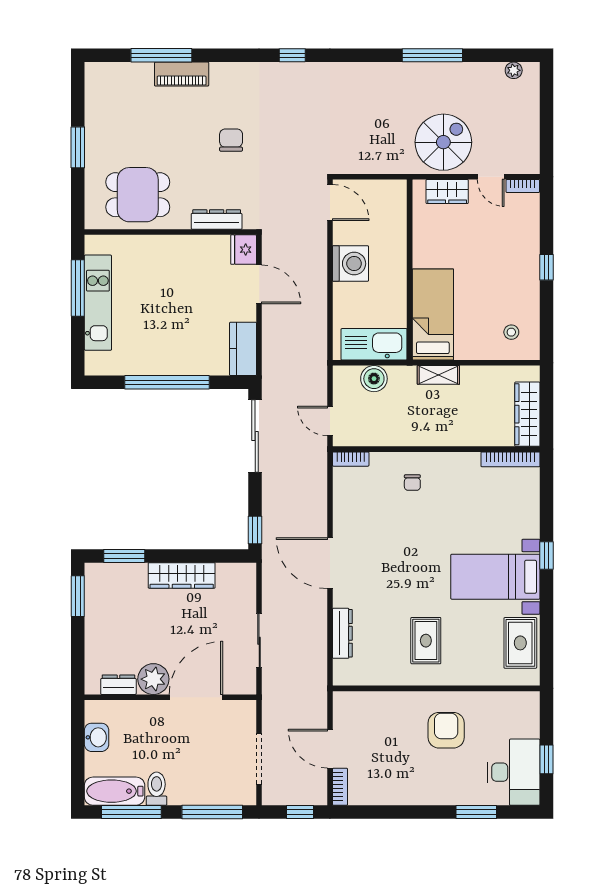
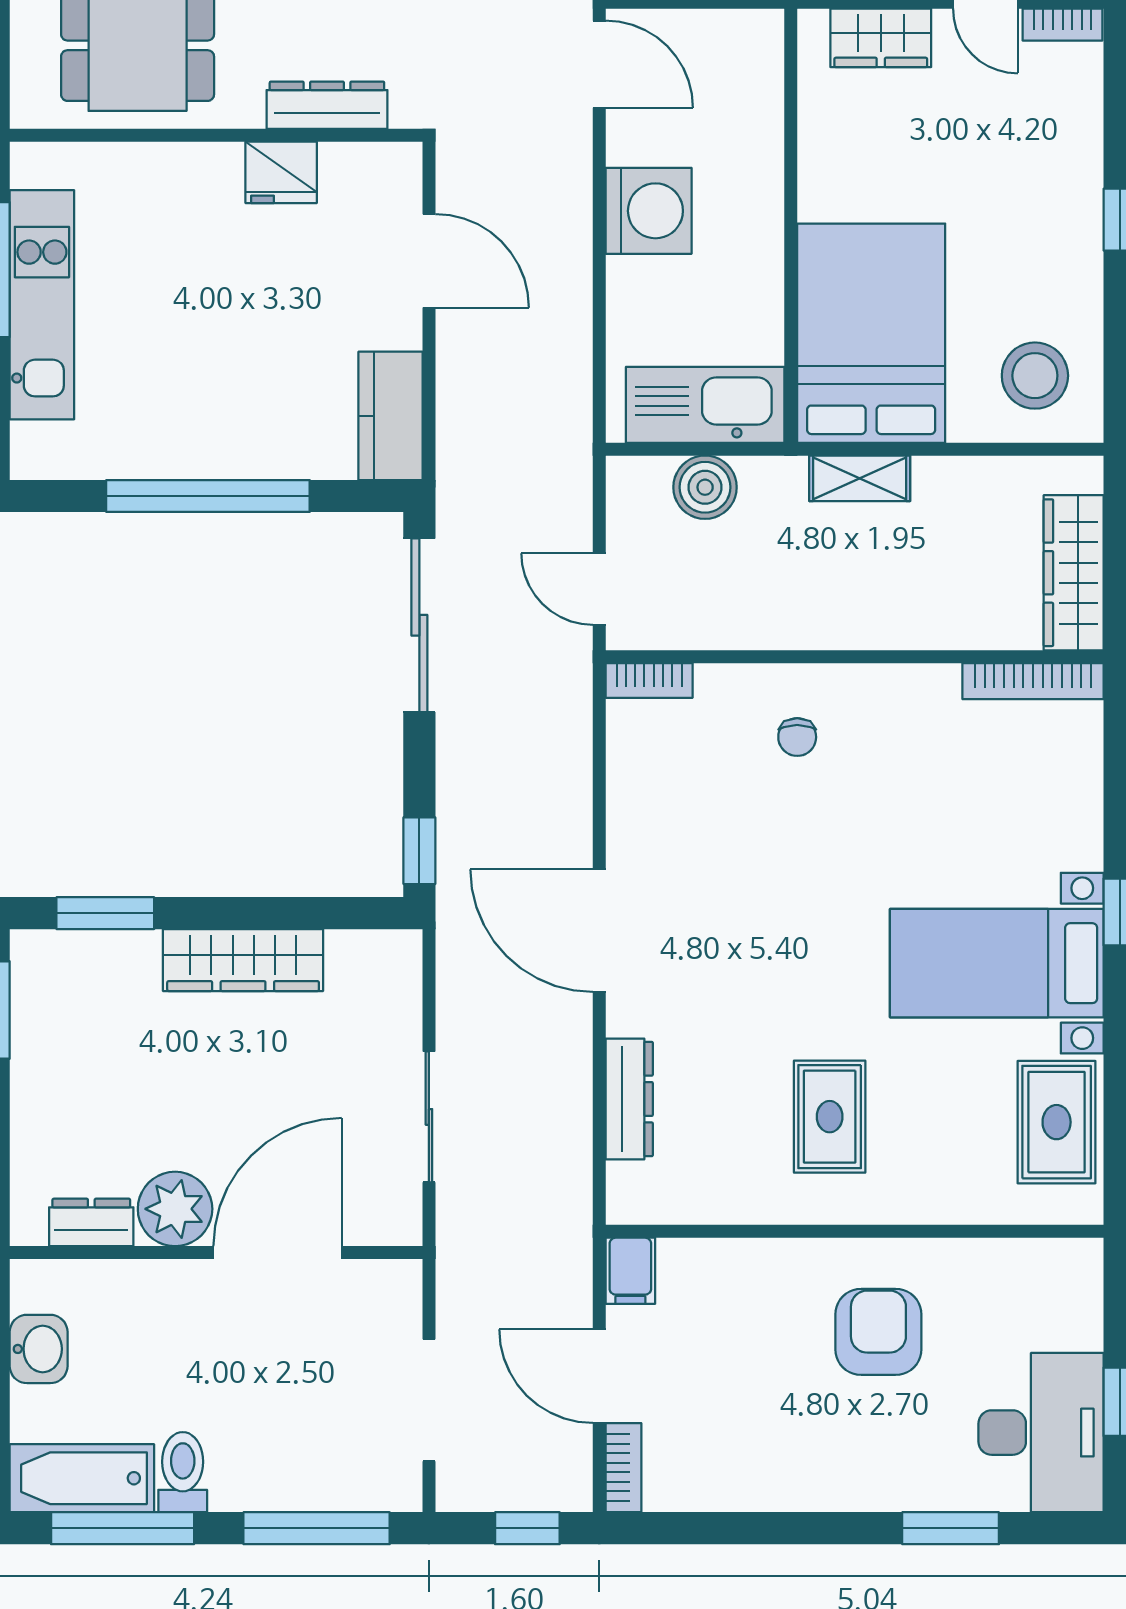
fridge: (244, 250) -> (281, 172), moved, turned -90
bed: (433, 314) -> (871, 333), width x1.50
stool: (511, 332) -> (1035, 376), width x1.89, depth x1.89
filing cabinet: (343, 705) -> (630, 1271), added

